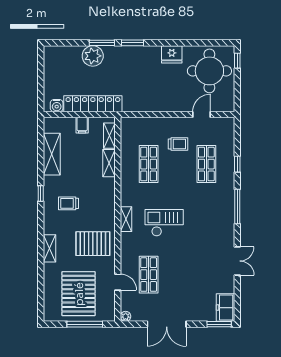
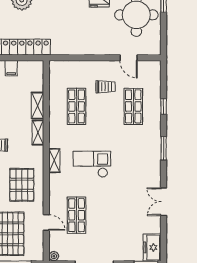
door: (202, 115) -> (129, 58), swing flipped
shelving: (109, 136) -> (38, 133), moved
window: (237, 206) -> (164, 148), width x0.69
pallet: (93, 244) -> (22, 185), turned 90
double door: (237, 261) -> (164, 202), swing flipped

